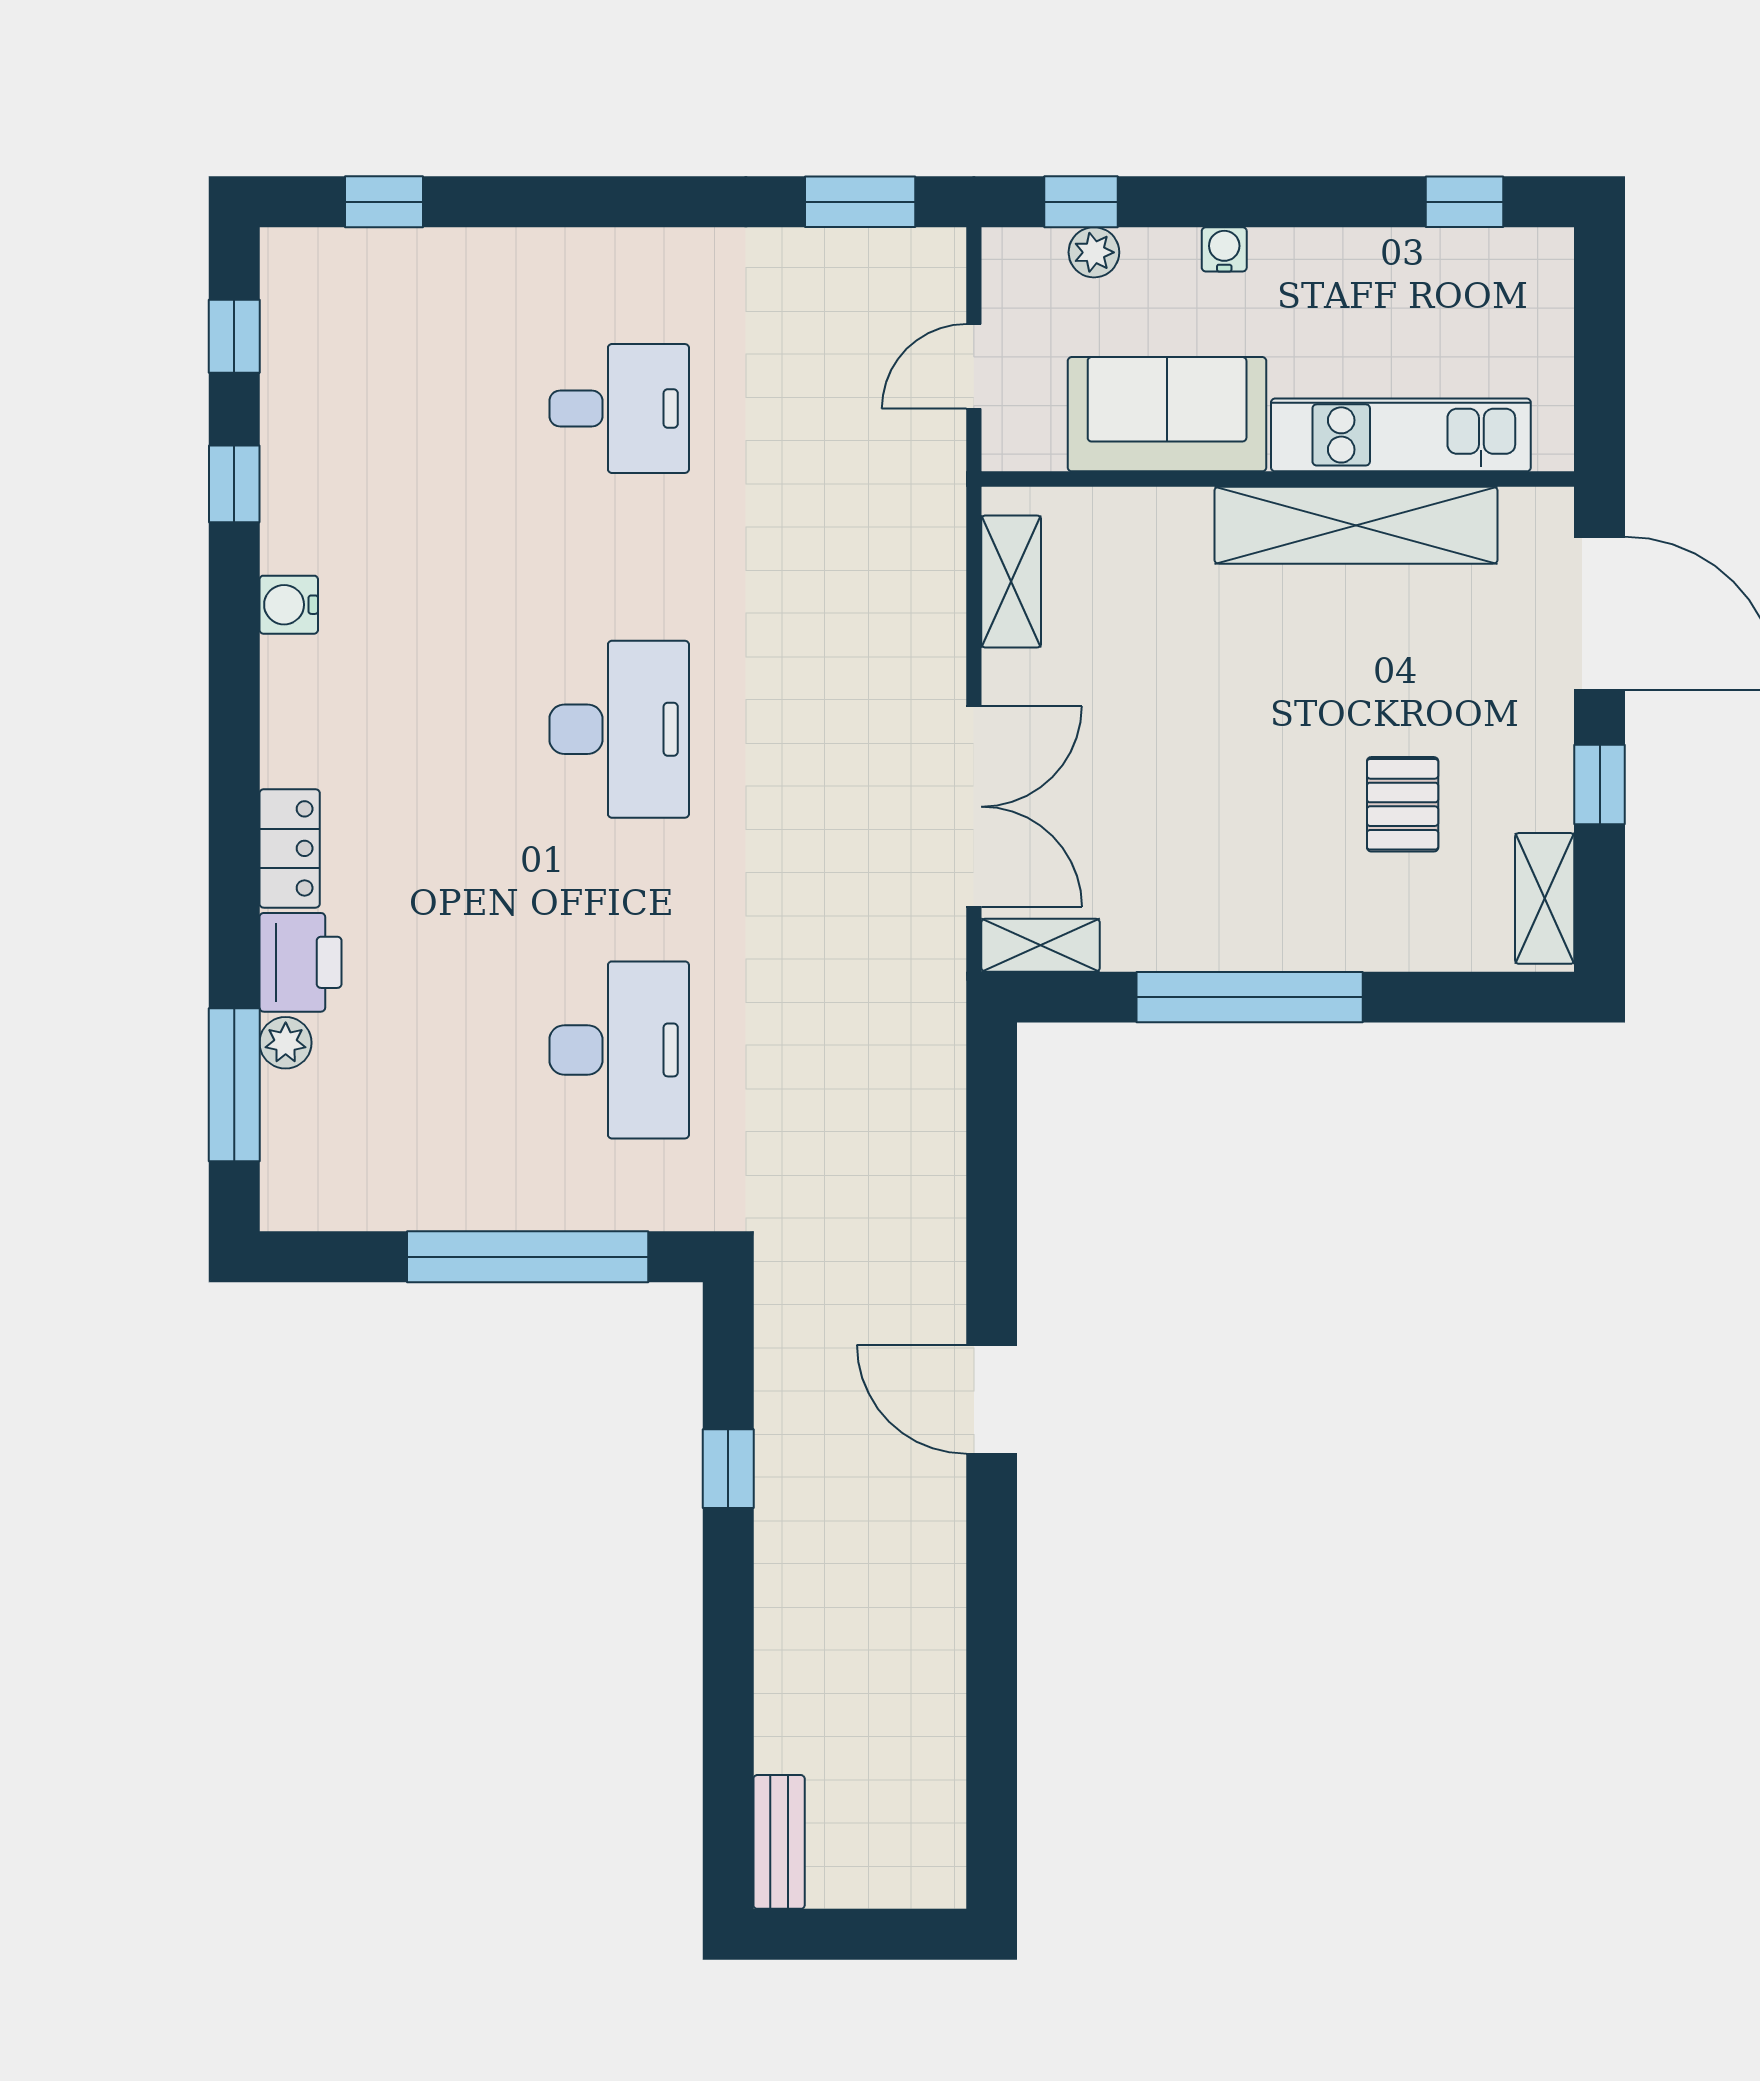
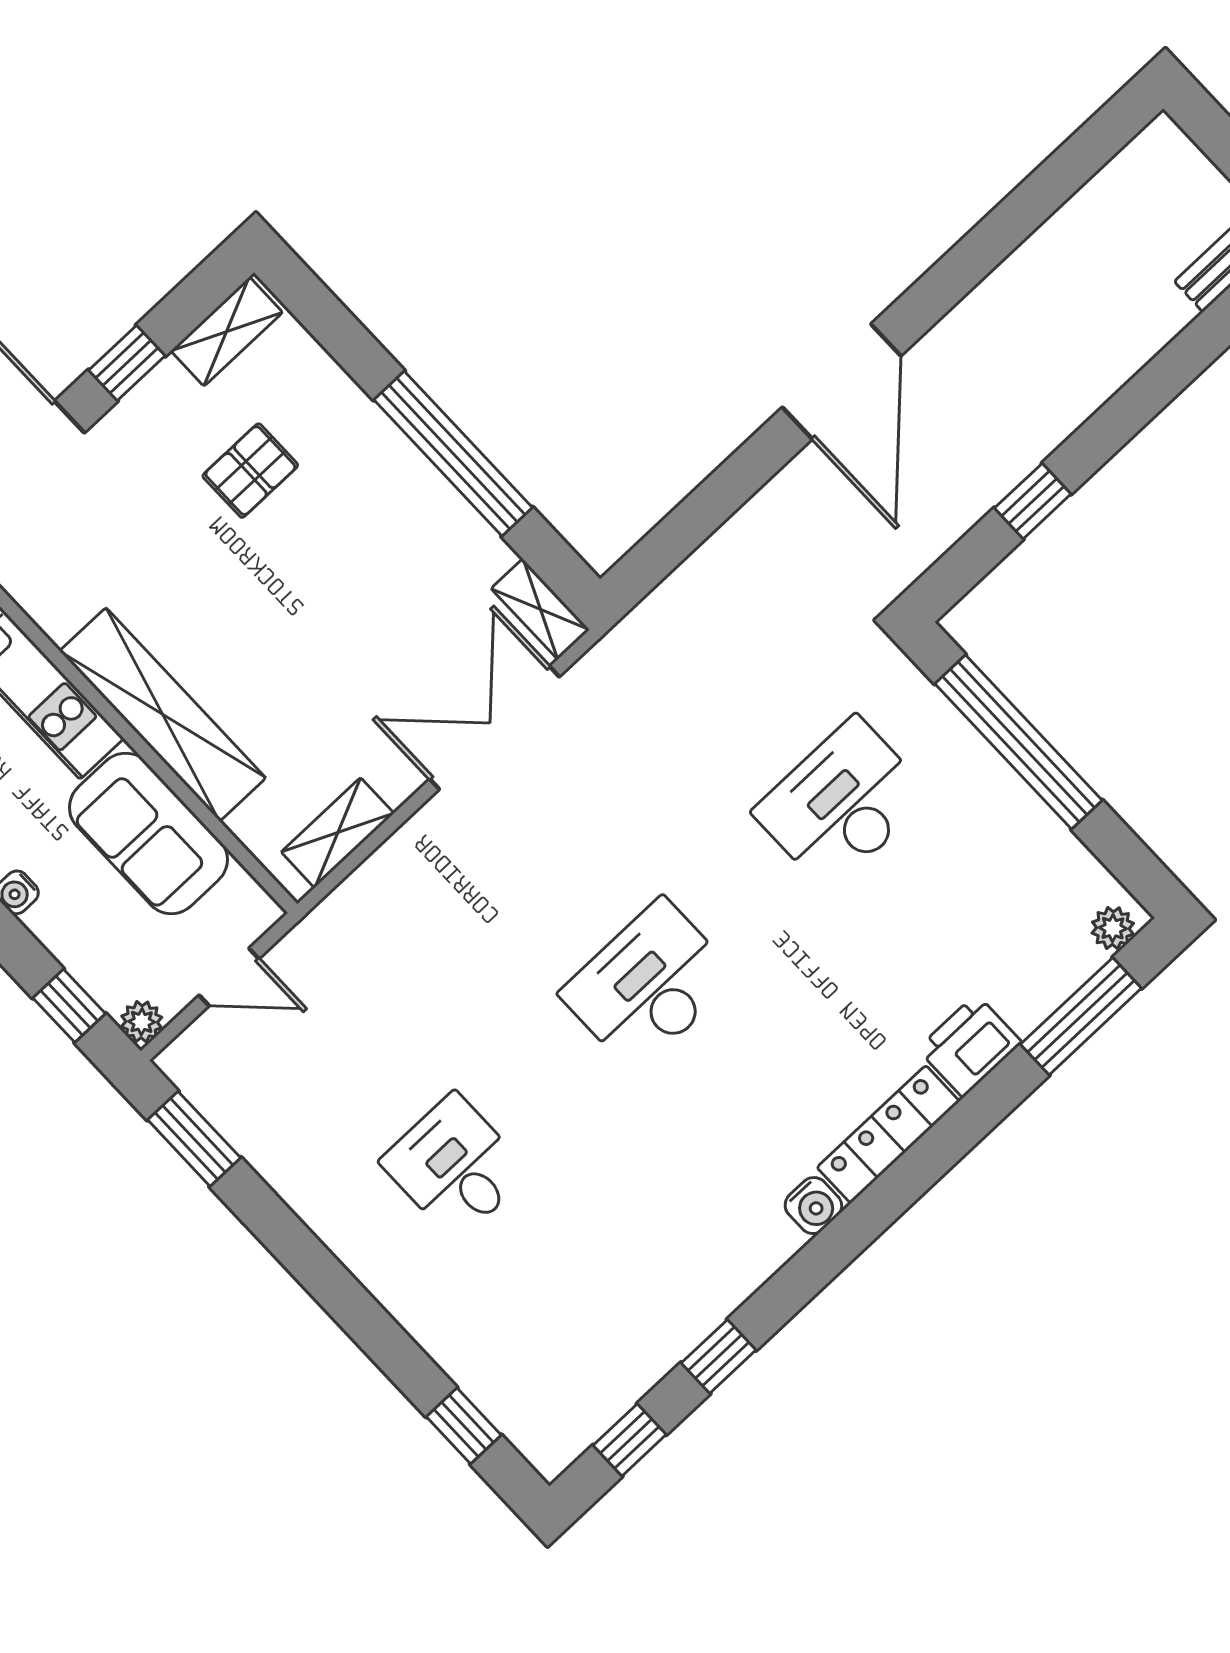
plant: (1094, 252) -> (142, 1022), moved
shelving: (1356, 525) -> (163, 714), moved
water cooler: (289, 605) -> (813, 1206), moved
locker: (290, 848) -> (888, 1134), width x1.53
plant: (286, 1043) -> (1113, 928), moved
door: (992, 1399) -> (842, 382), width x1.36

